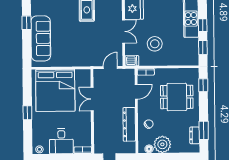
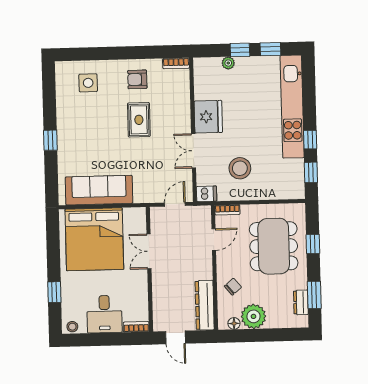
double door: (123, 31) -> (194, 151), swing flipped
sofa: (41, 38) -> (99, 190), moved, turned -90
window: (203, 85) -> (313, 244), moved
dining table: (177, 97) -> (274, 246), width x1.37
window: (27, 113) -> (54, 292), moved
dresser: (129, 124) -> (205, 305), moved

